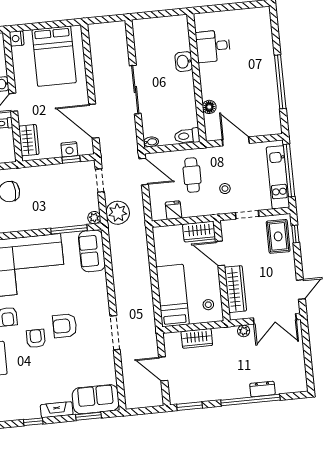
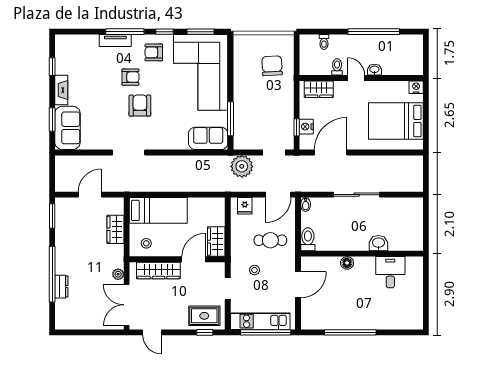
floor lamp: (209, 107) -> (347, 263), moved
fridge: (173, 210) -> (245, 206), moved, turned 90
plant: (94, 218) -> (239, 144), removed

